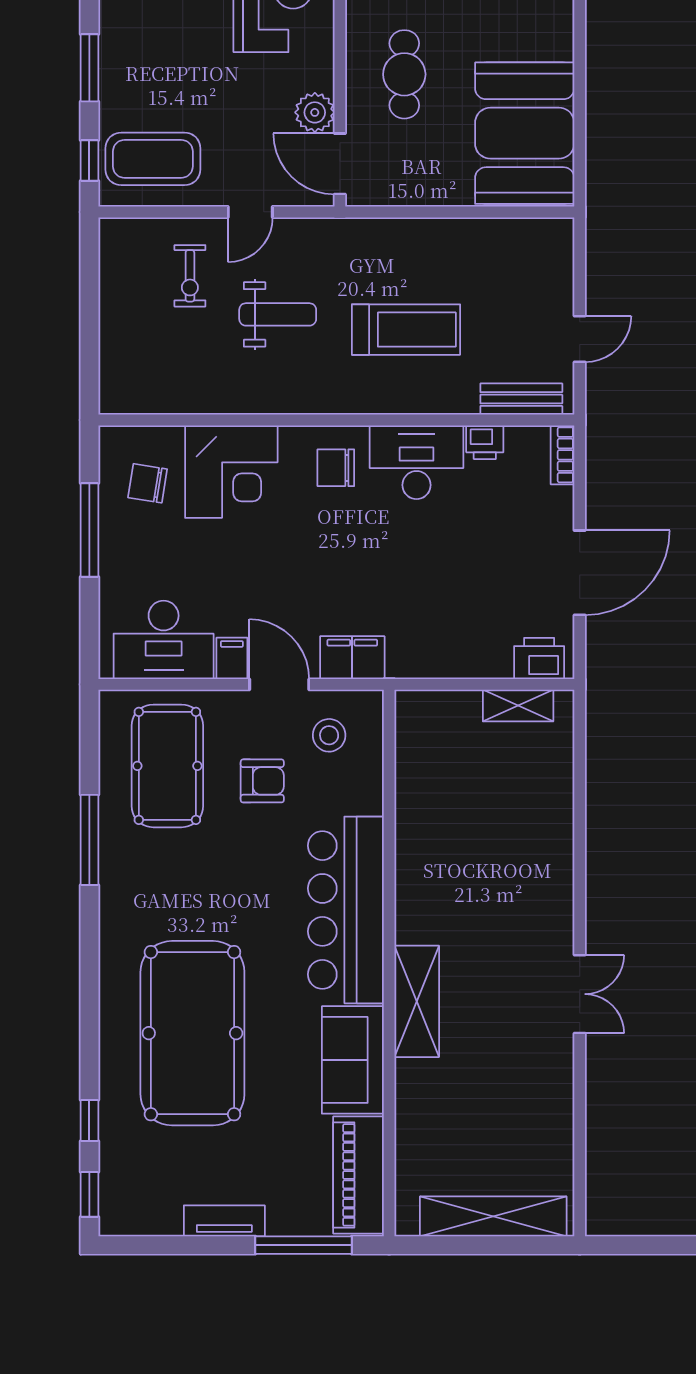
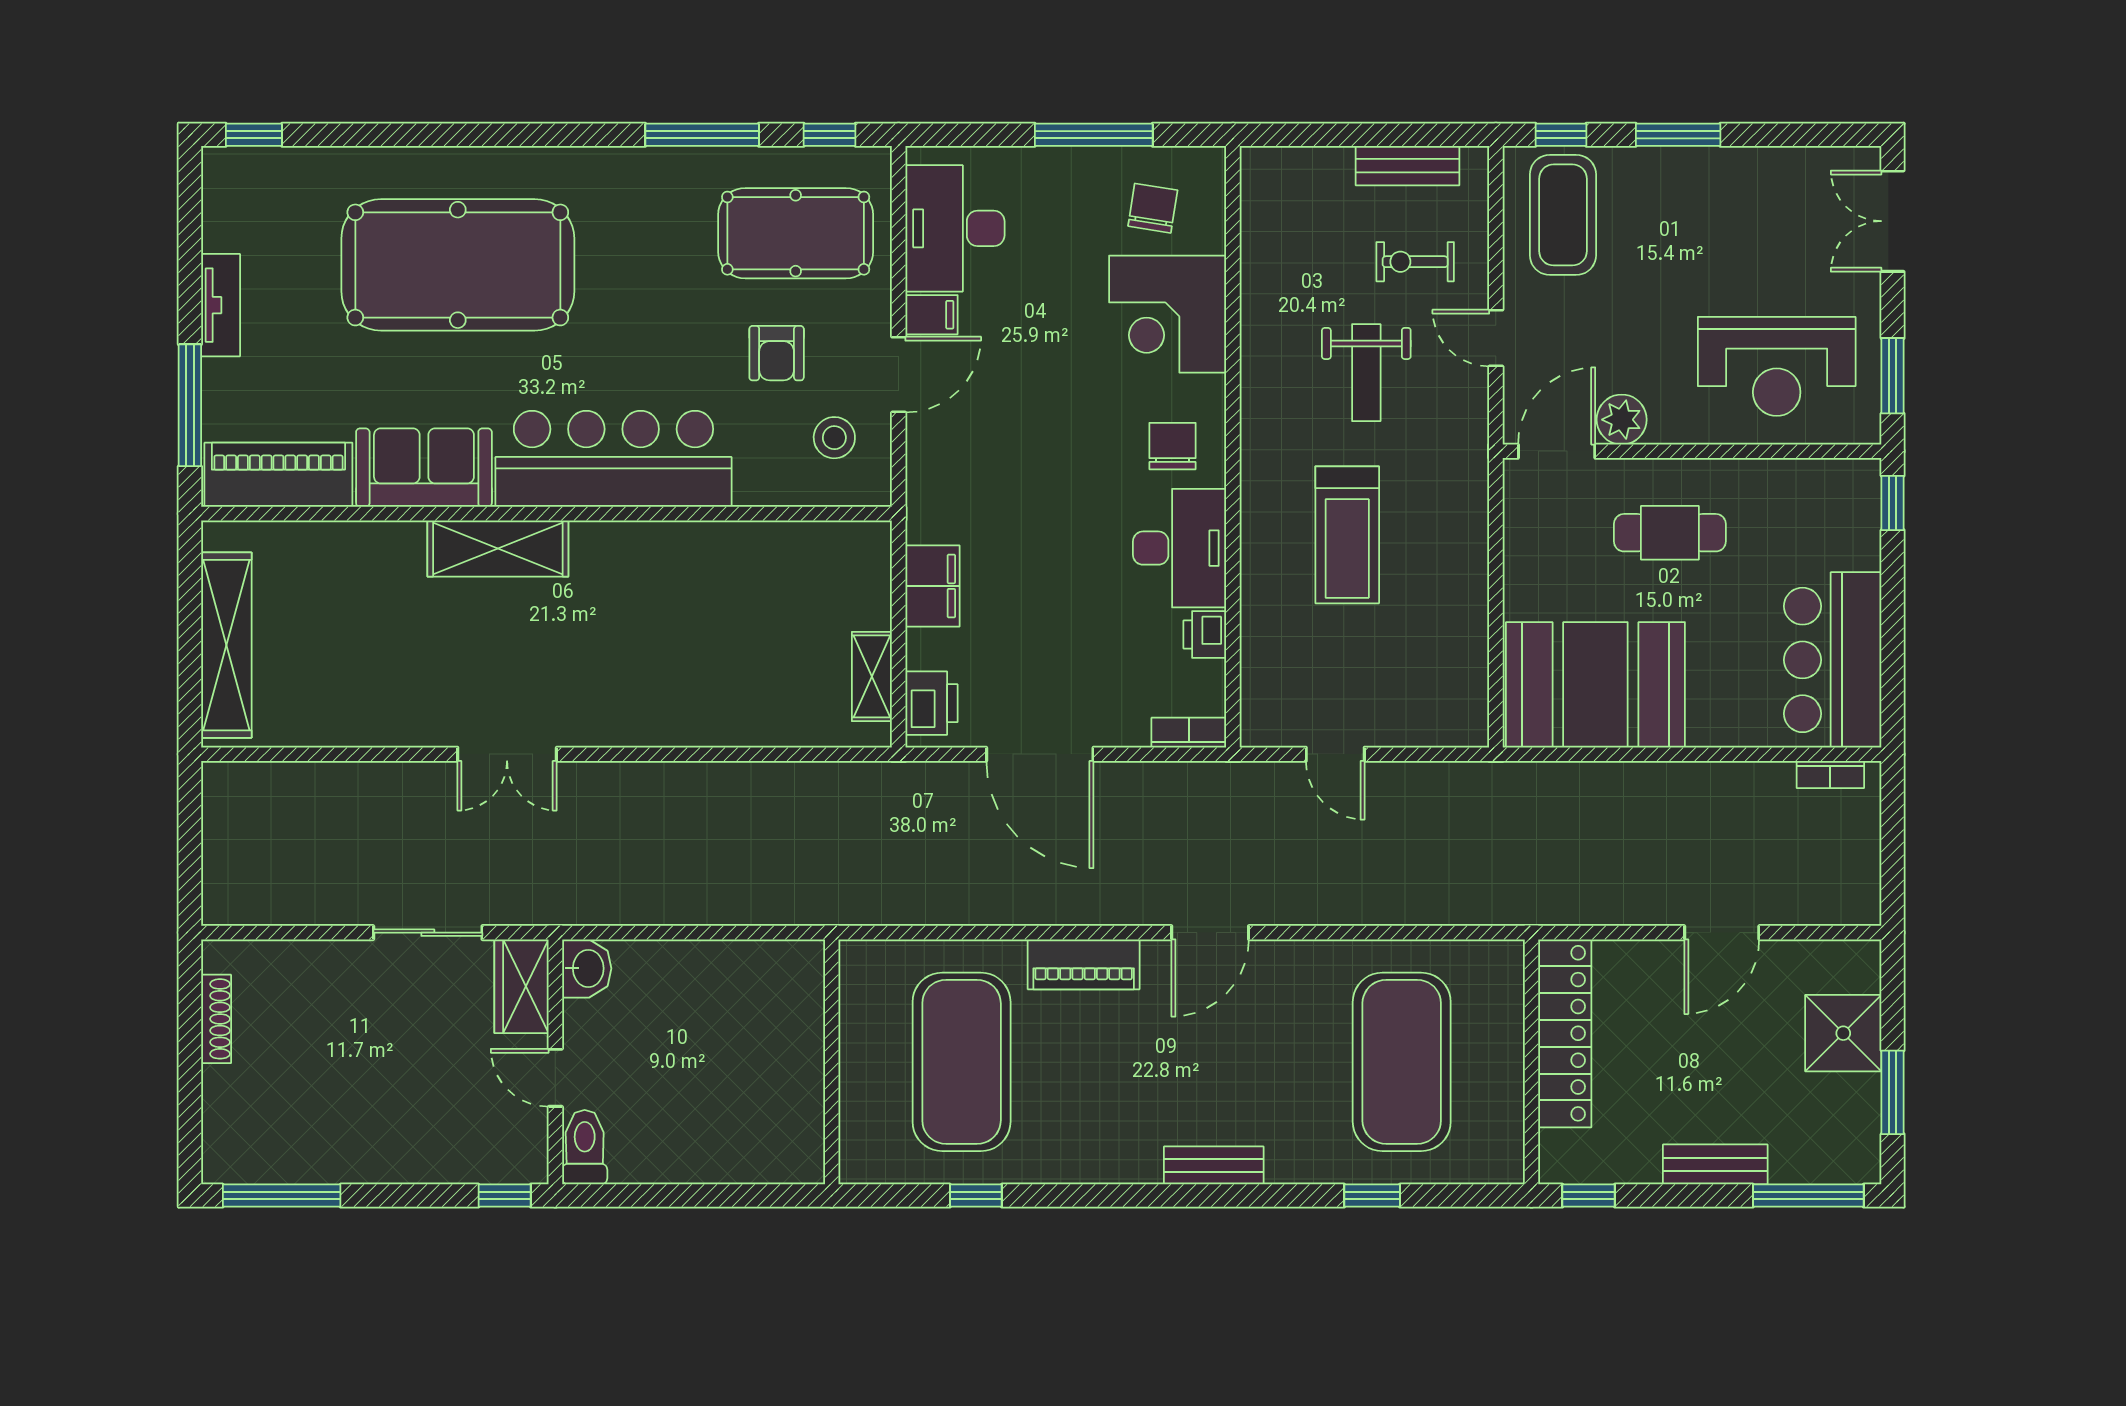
bench: (521, 399) -> (1408, 166), moved, turned 90
filing cabinet: (352, 658) -> (932, 586), moved
window: (89, 1121) -> (830, 135), moved

